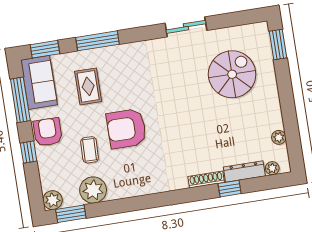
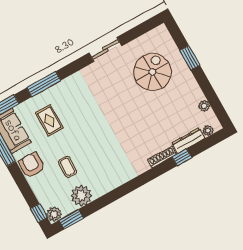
window: (278, 44) -> (190, 58), moved
armchair: (126, 129) -> (89, 141), removed
window: (29, 152) -> (39, 213), moved

